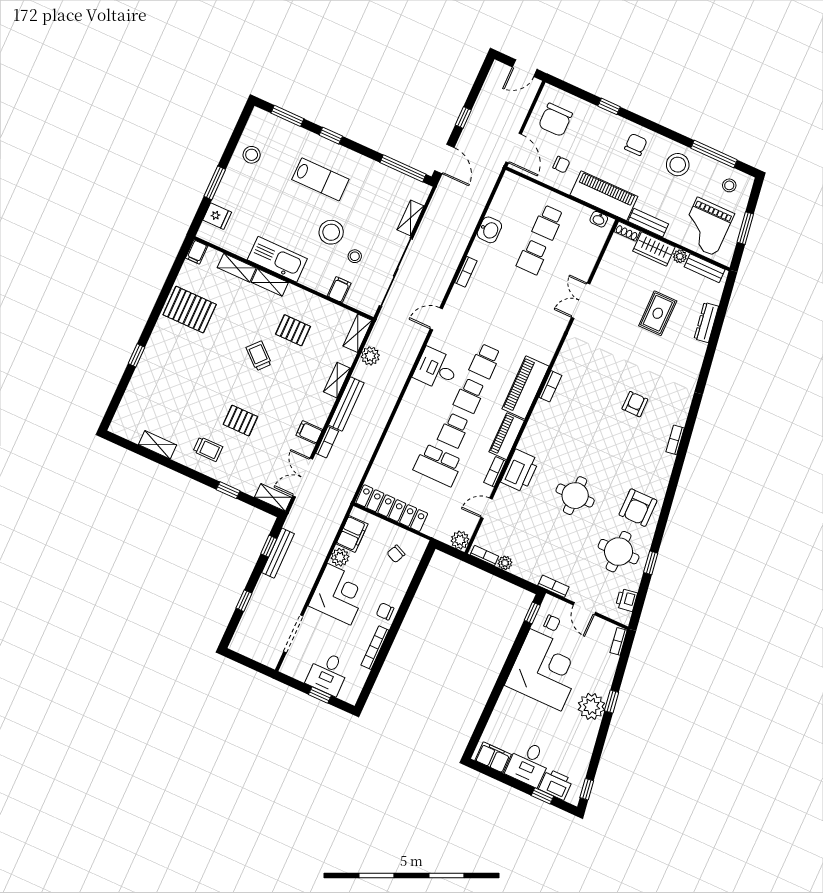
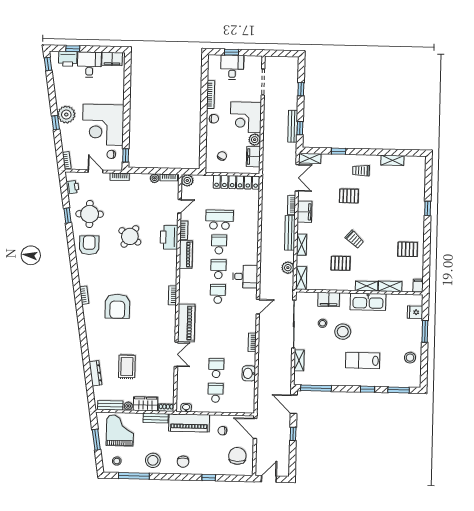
filing cabinet: (339, 290) -> (329, 299), width x2.00
pallet: (190, 310) -> (408, 249), width x0.67, depth x0.71
piano: (525, 387) -> (186, 323), moved
armchair: (635, 404) -> (117, 306), width x1.88, depth x1.88
filing cabinet: (309, 432) -> (305, 212), width x2.00
round table: (575, 496) -> (130, 236), turned 35

